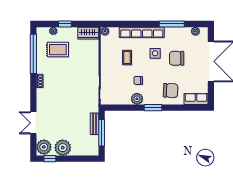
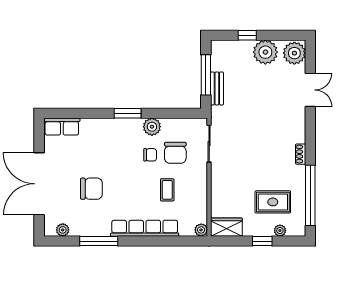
side table: (155, 53) -> (124, 196), removed
chair: (171, 90) -> (175, 153), moved, turned -92
window: (50, 159) -> (247, 35), moved

